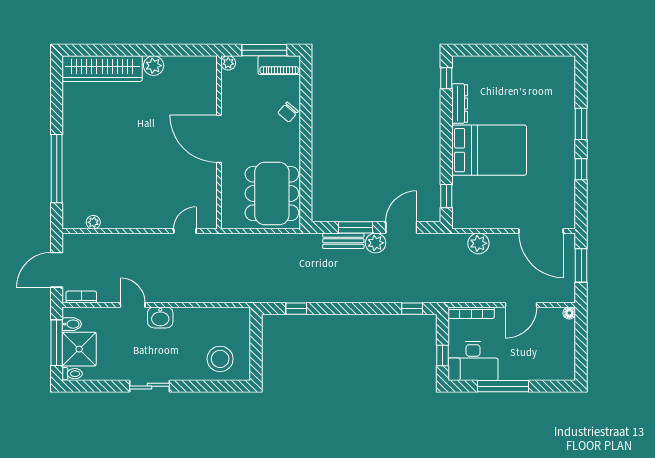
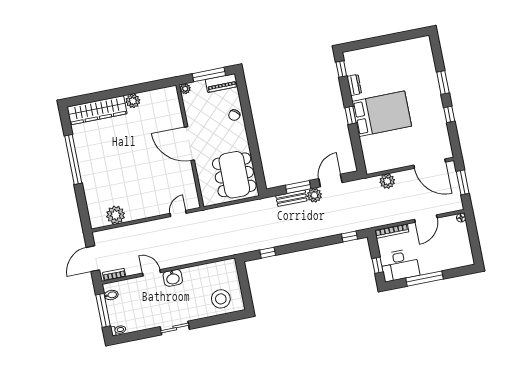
dresser: (460, 104) -> (354, 85), width x0.70
window: (57, 169) -> (73, 160), moved
window: (446, 196) -> (350, 115), moved
plant: (93, 222) -> (116, 215), width x1.88, depth x1.88
shower: (79, 349) -> (120, 312), removed

